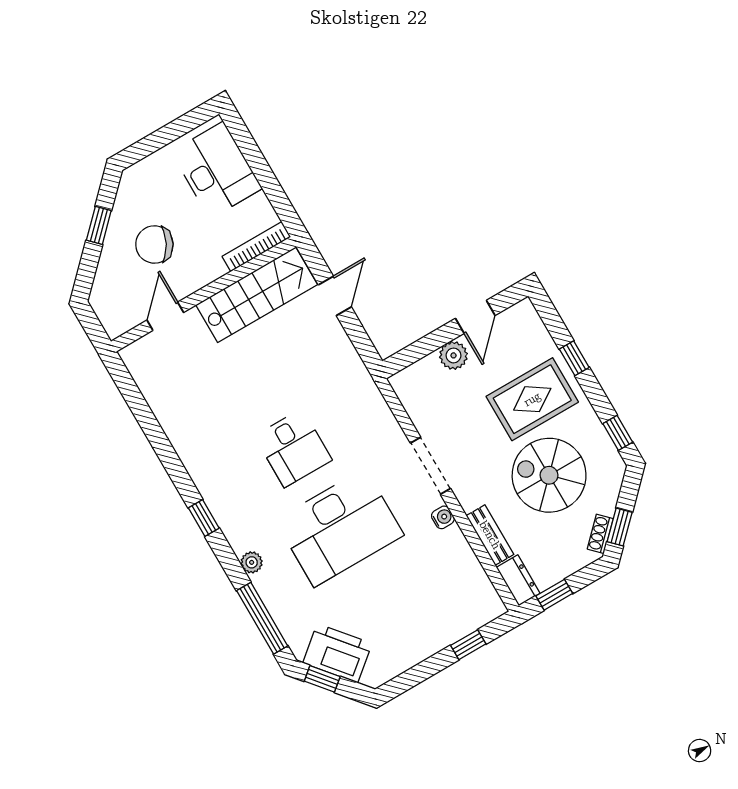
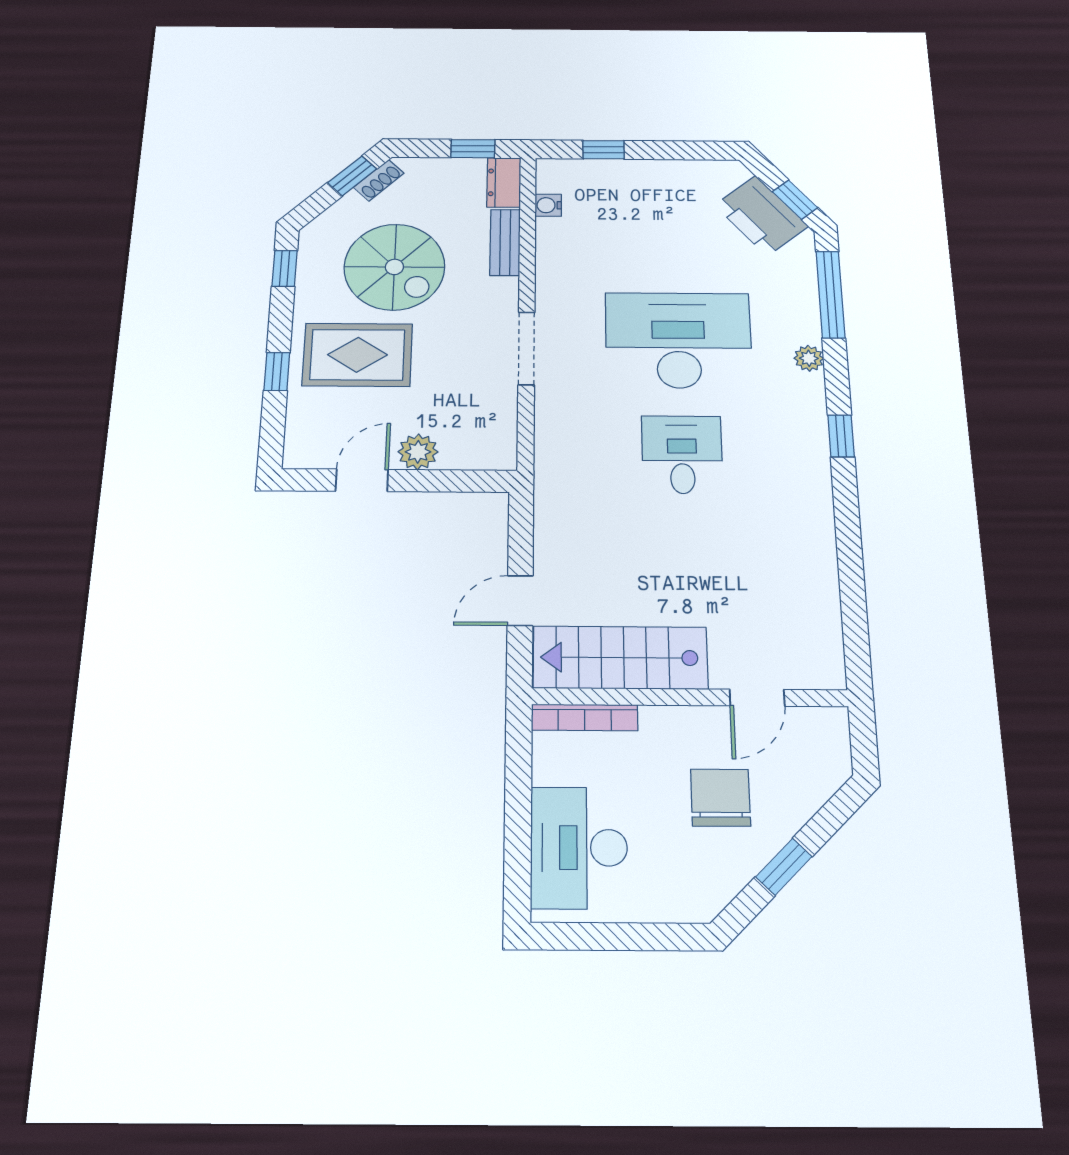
chair: (154, 245) -> (720, 798), turned -118
water cooler: (443, 517) -> (548, 205), moved

